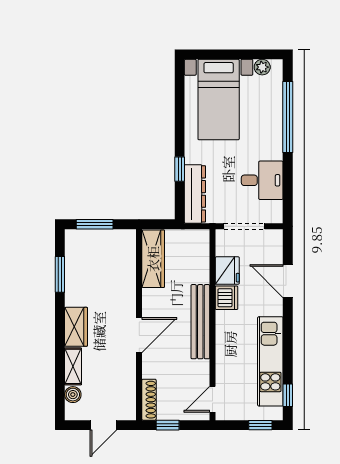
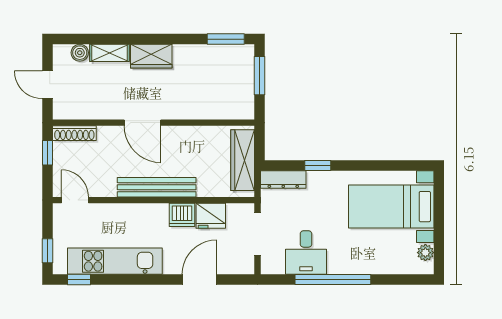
window: (288, 117) -> (333, 280), moved
dresser: (195, 194) -> (283, 179), width x0.73, depth x0.80
wardrobe: (153, 259) -> (243, 160), moved, turned 90
window: (60, 274) -> (226, 39), moved

